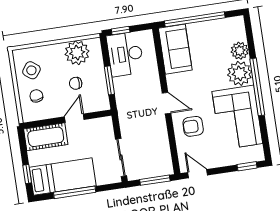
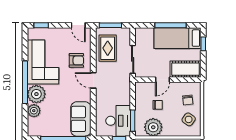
window: (109, 80) -> (133, 121), moved
rug: (154, 149) -> (108, 48), added
sliding door: (121, 157) -> (133, 59), moved

